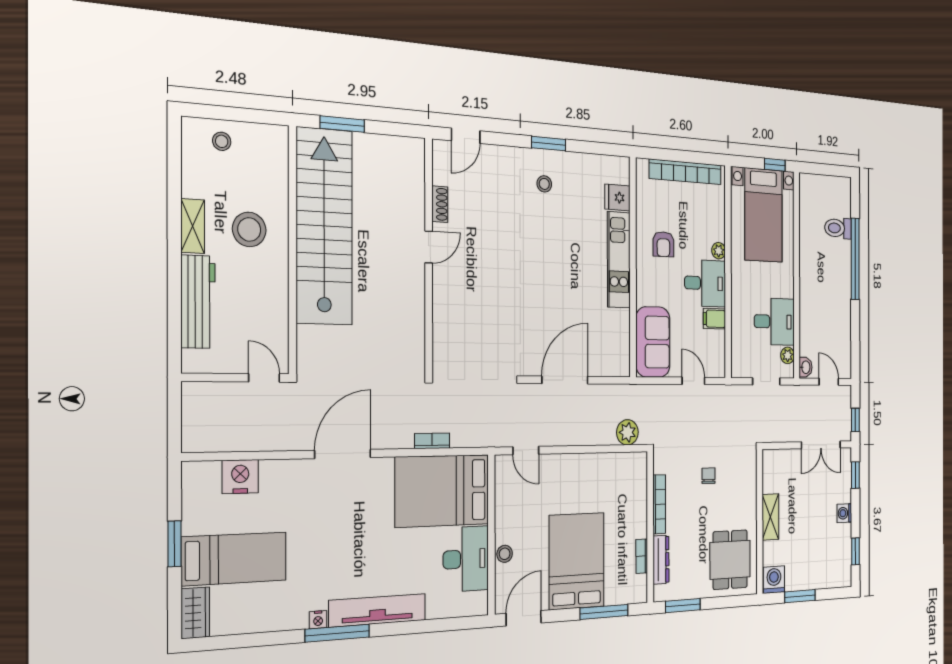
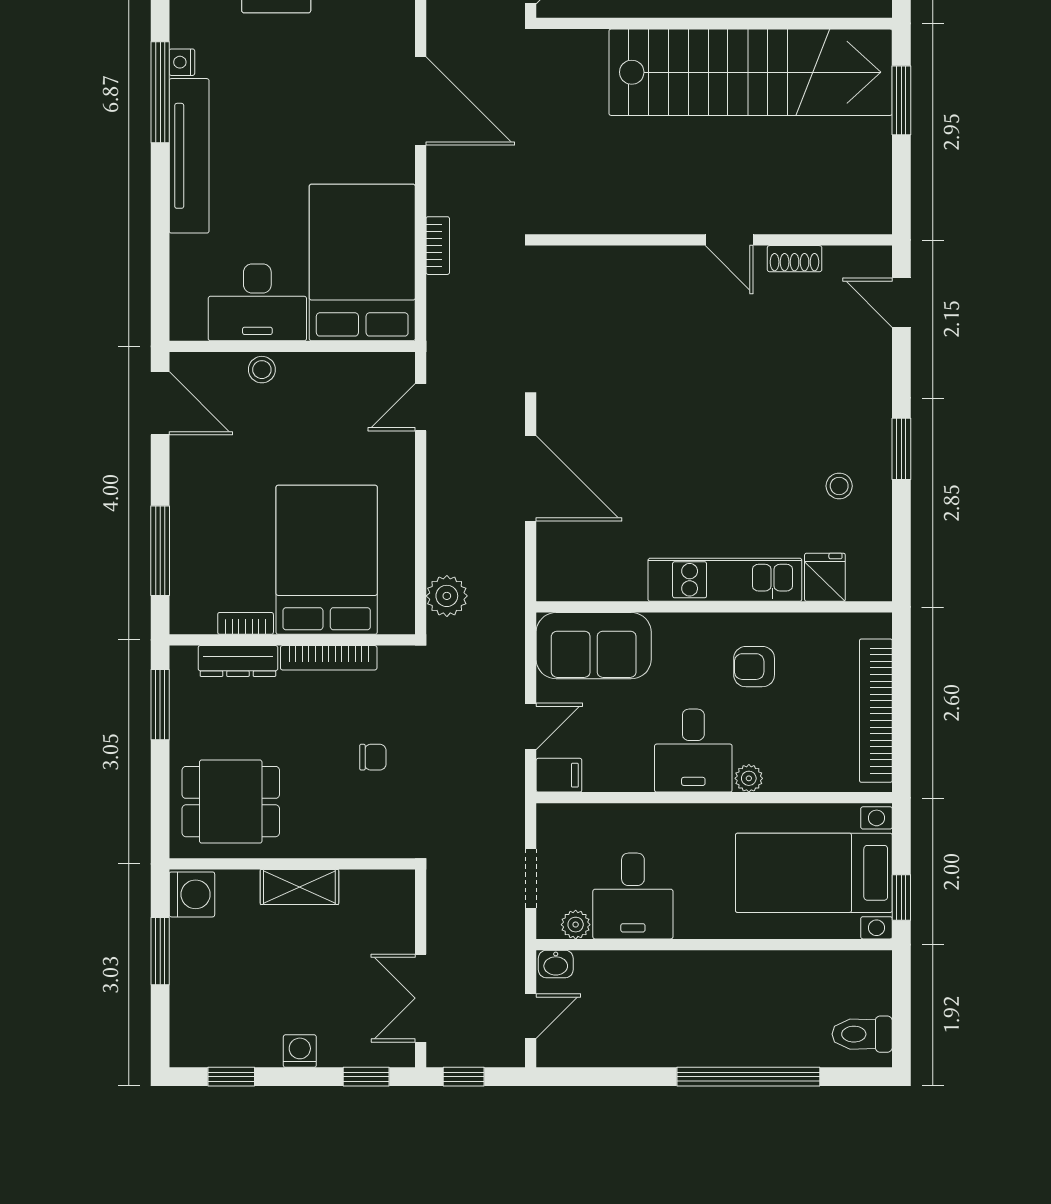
stool: (544, 184) -> (839, 486), moved
toilet: (838, 228) -> (862, 1034), moved, turned -90
filing cabinet: (714, 319) -> (559, 775), moved, turned 90
bed: (577, 561) -> (327, 560), moved, turned -90

